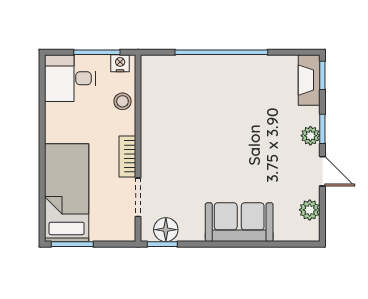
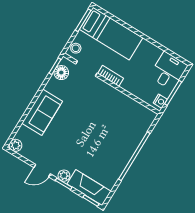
fireplace: (309, 80) -> (89, 188), width x1.37, depth x1.32
stool: (122, 101) -> (76, 48), moved
plant: (310, 210) -> (15, 145), moved

